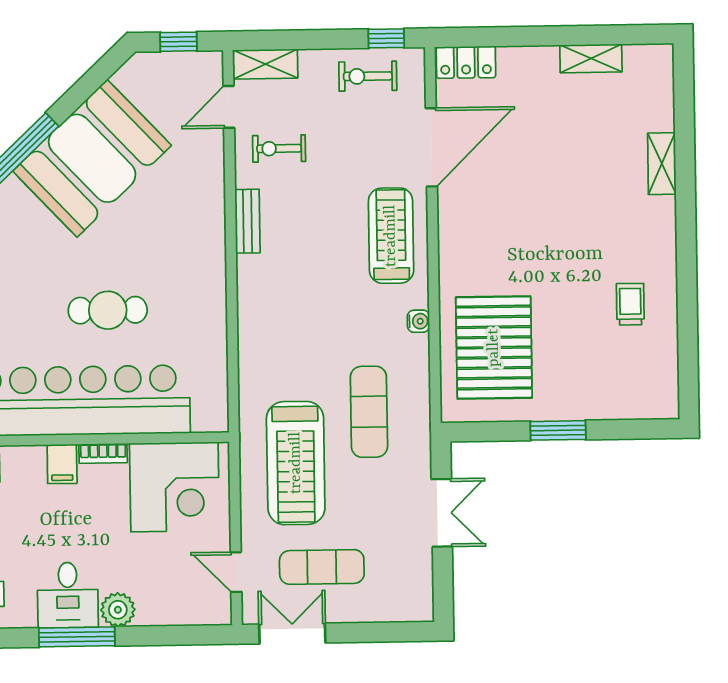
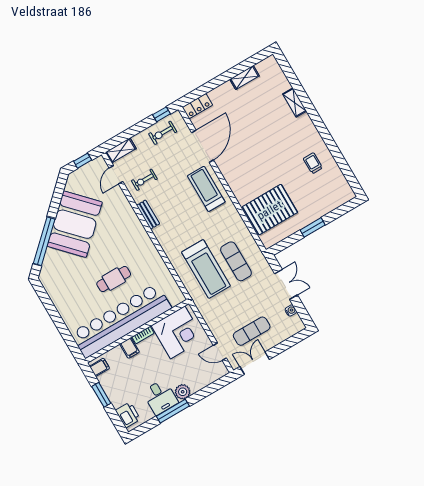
water cooler: (418, 321) -> (291, 310), moved
pallet: (494, 348) -> (270, 210), turned 90
treadmill: (296, 463) -> (206, 269), moved

